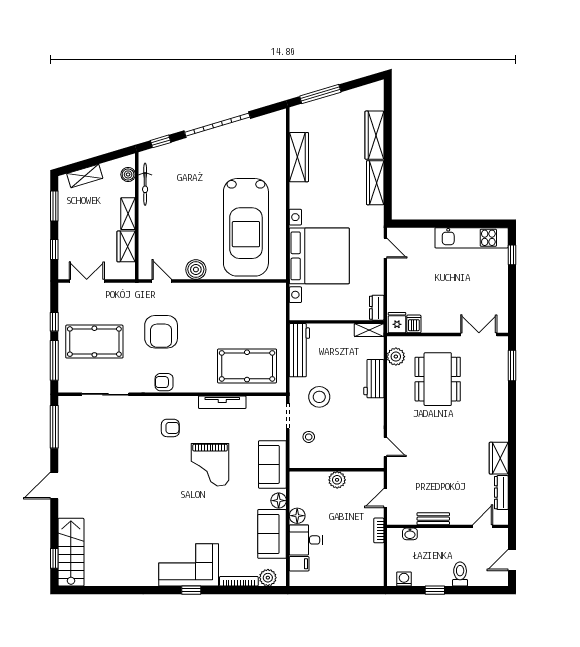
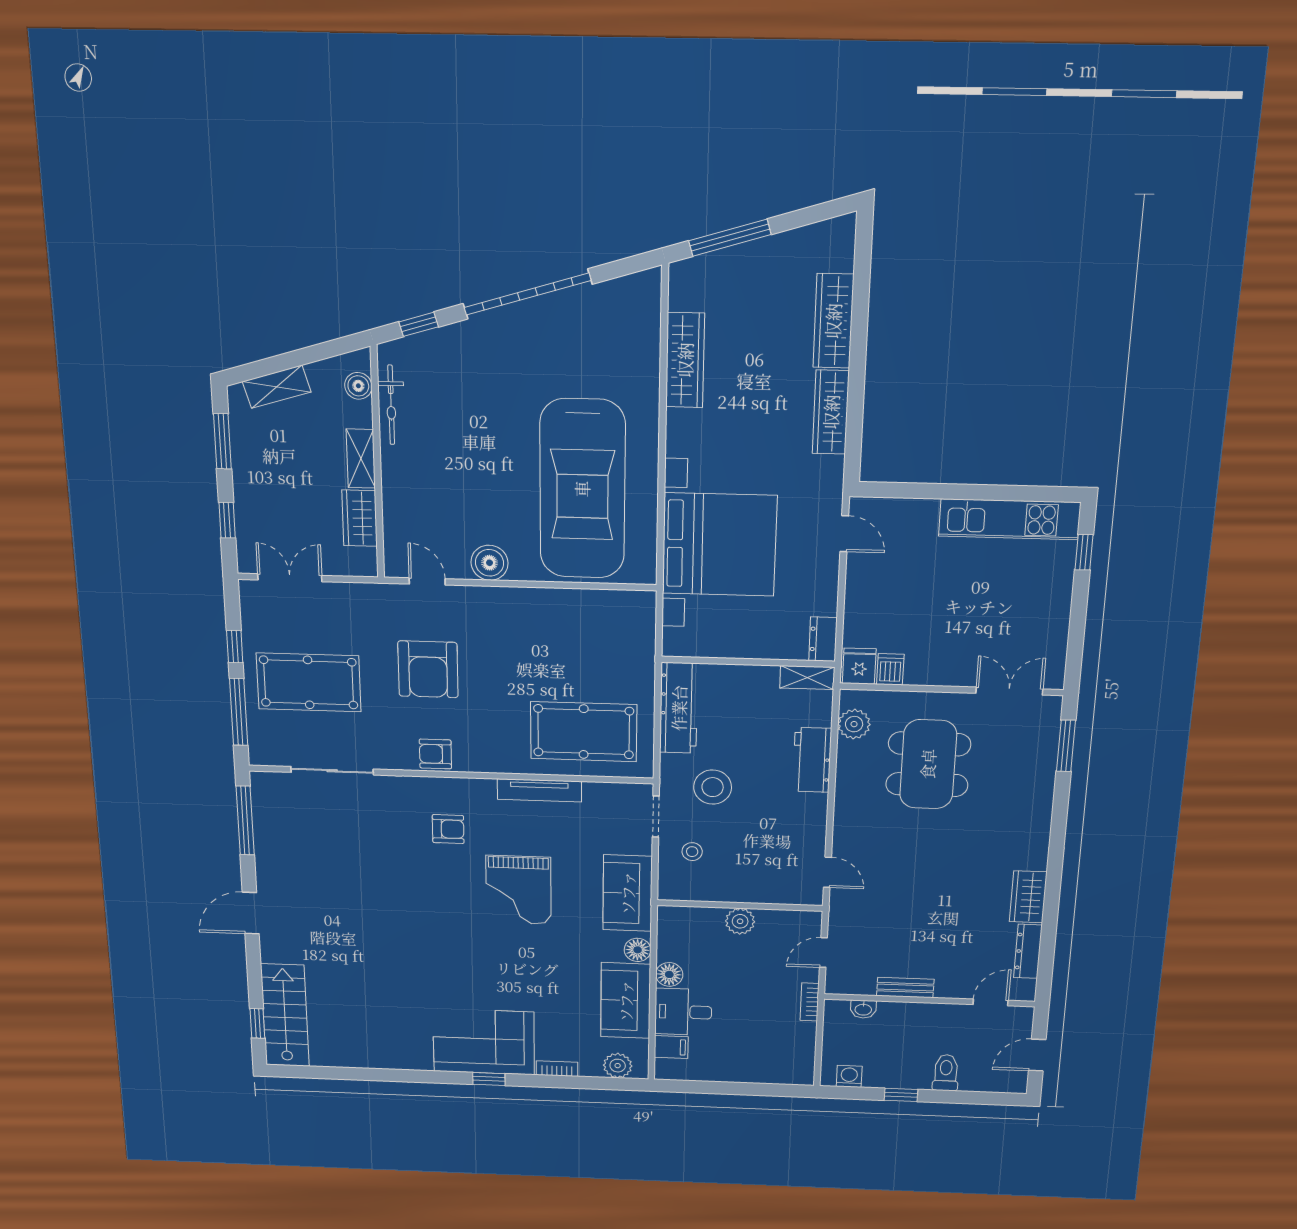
bookcase: (239, 581) -> (557, 1069), width x0.64

